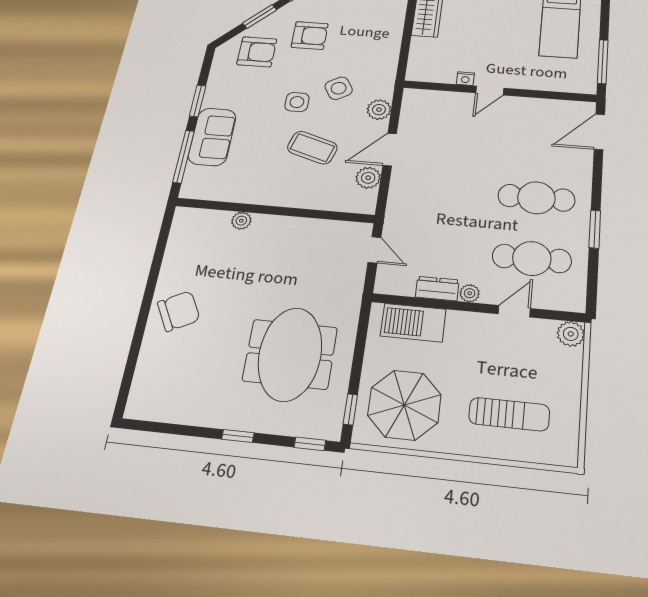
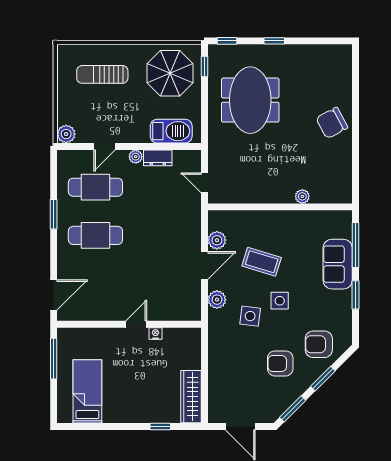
side table: (339, 88) -> (250, 316), turned 38

